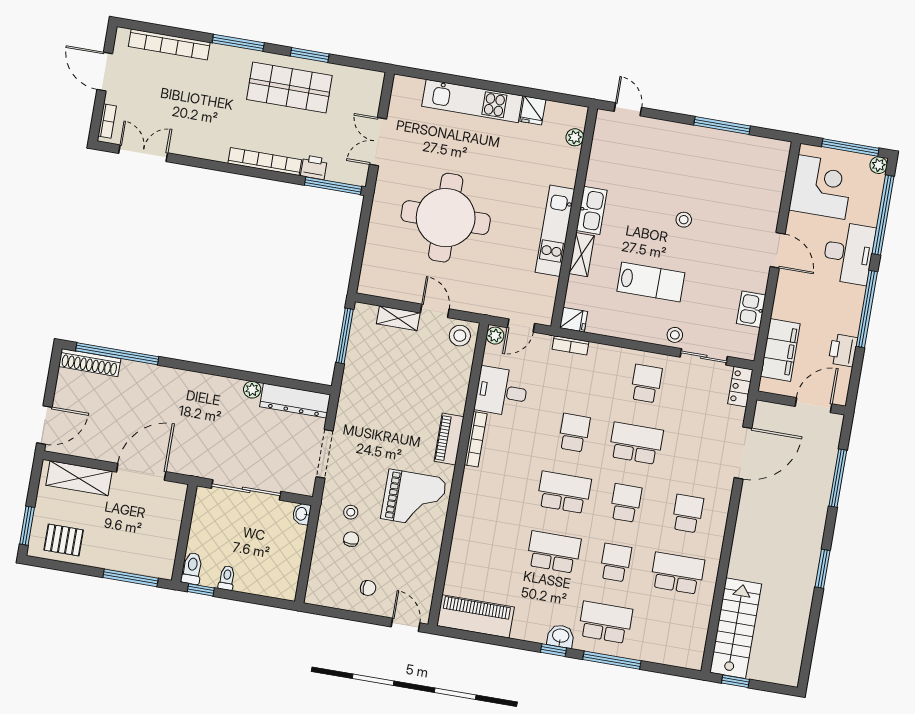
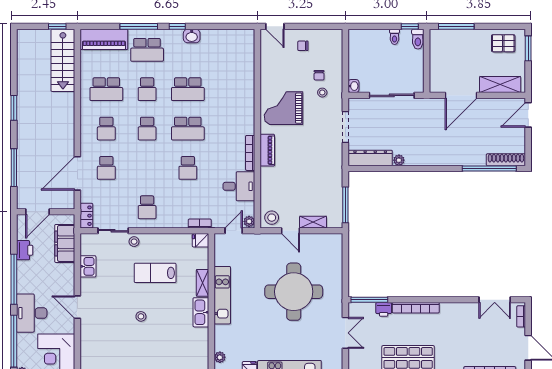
school desk: (636, 443) -> (106, 168), moved, width x0.54
piano: (476, 616) -> (104, 39), moved
washbasin: (561, 636) -> (192, 36), moved

